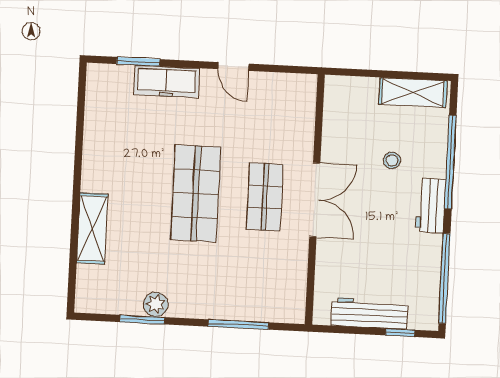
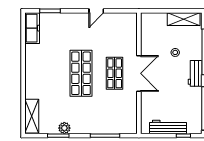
door: (234, 66) -> (96, 11), hinge flipped
freezer: (166, 81) -> (32, 28), moved, turned -90
shelving: (92, 229) -> (32, 116), moved

